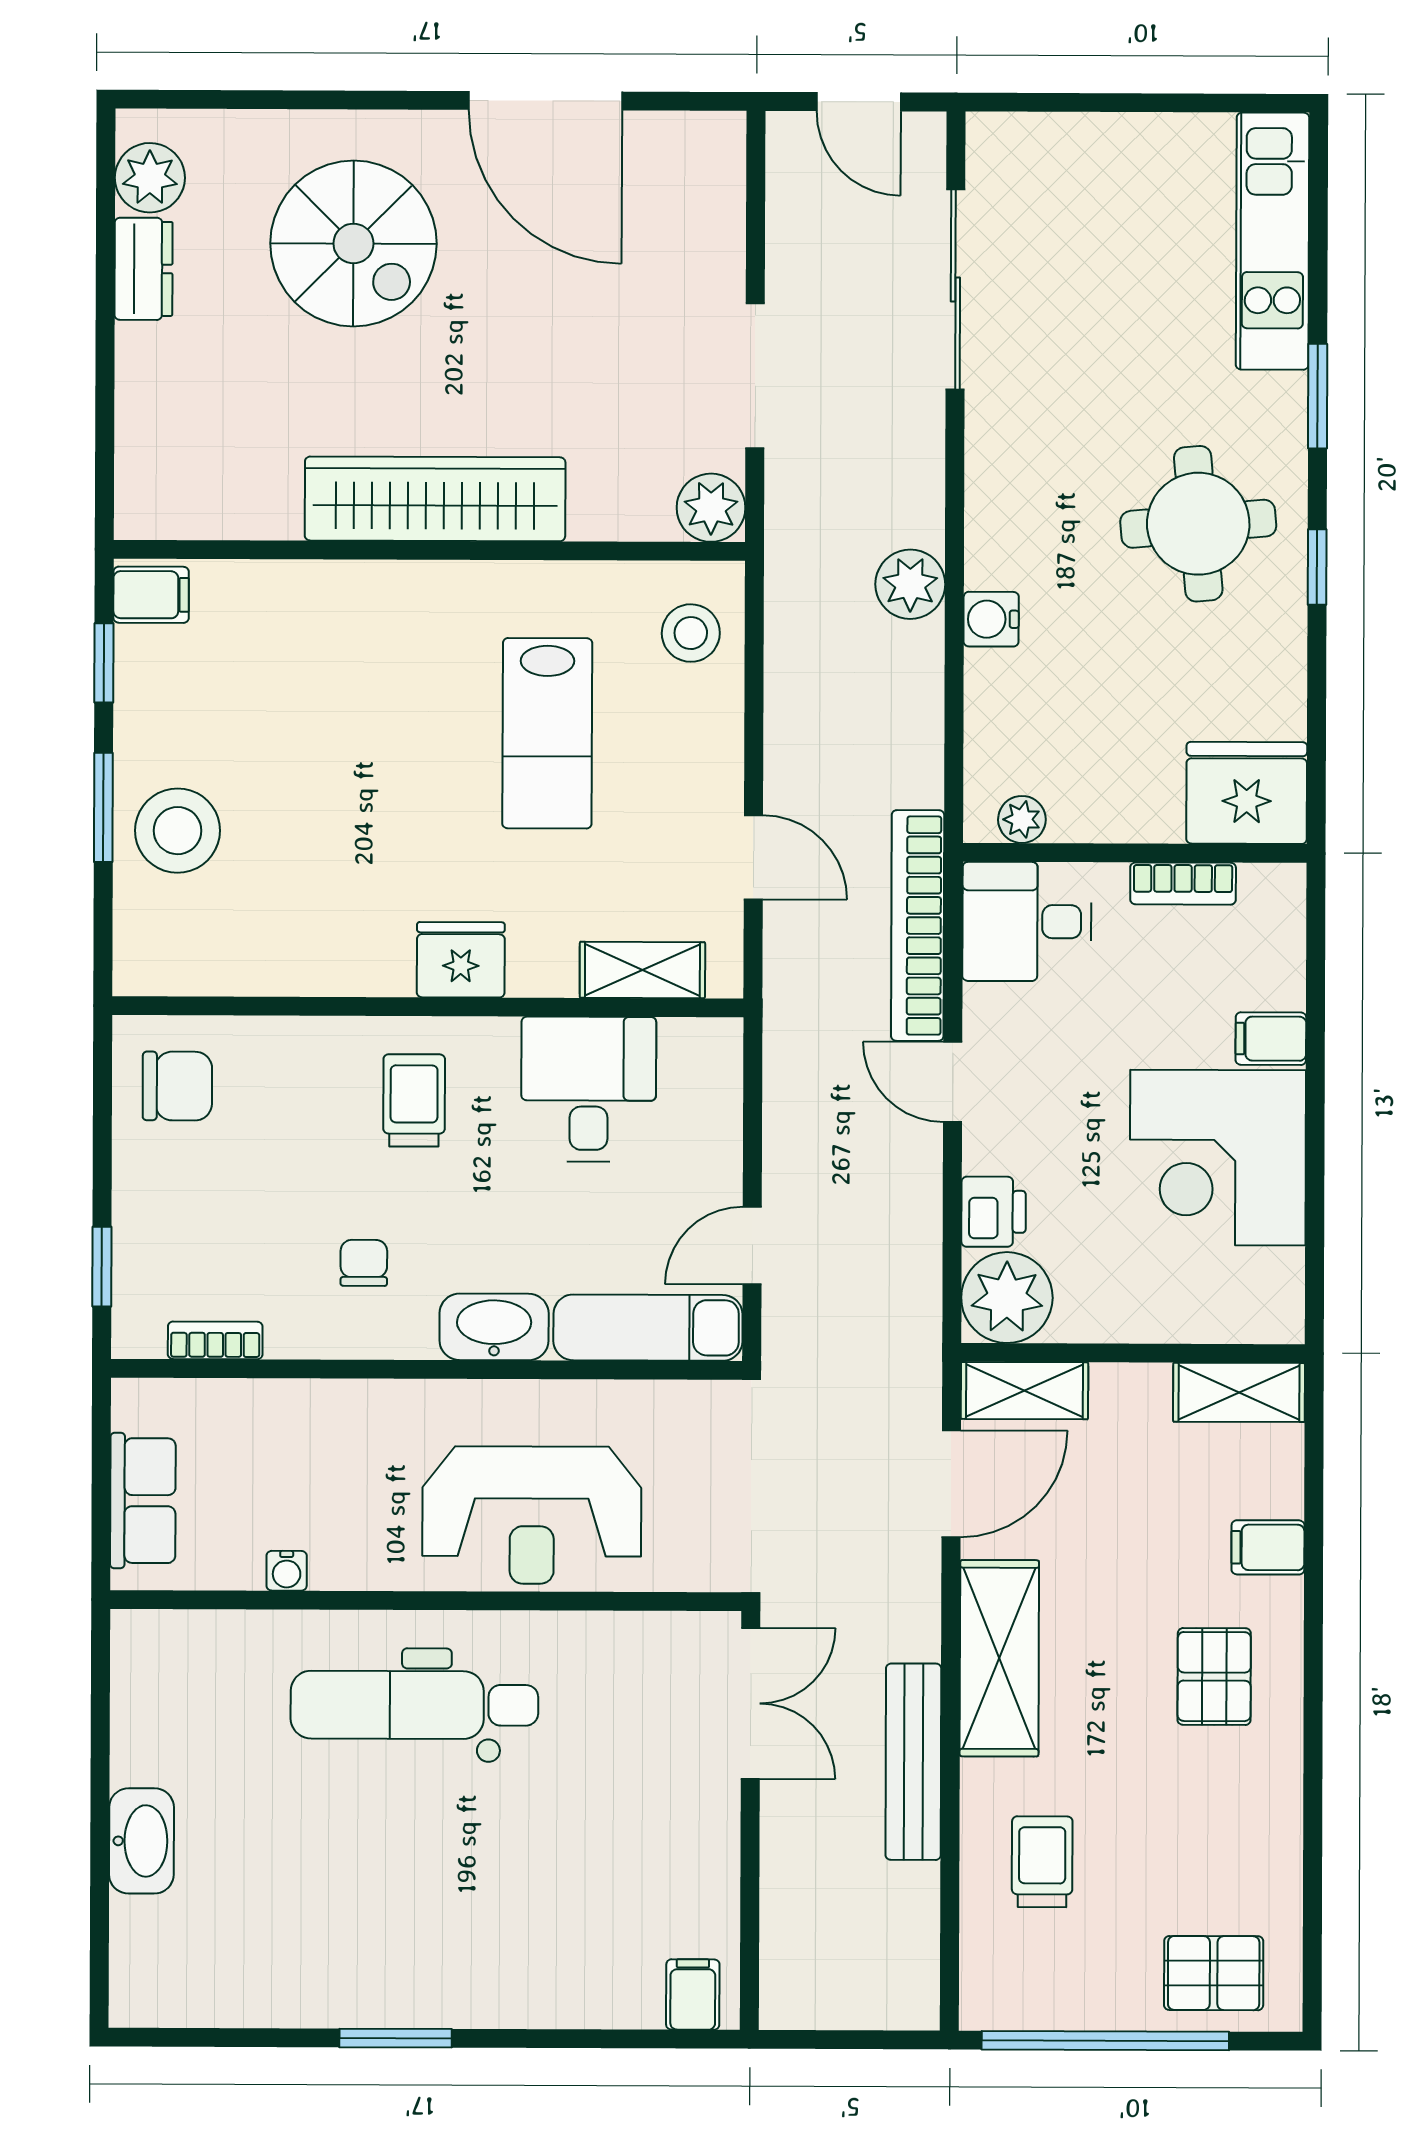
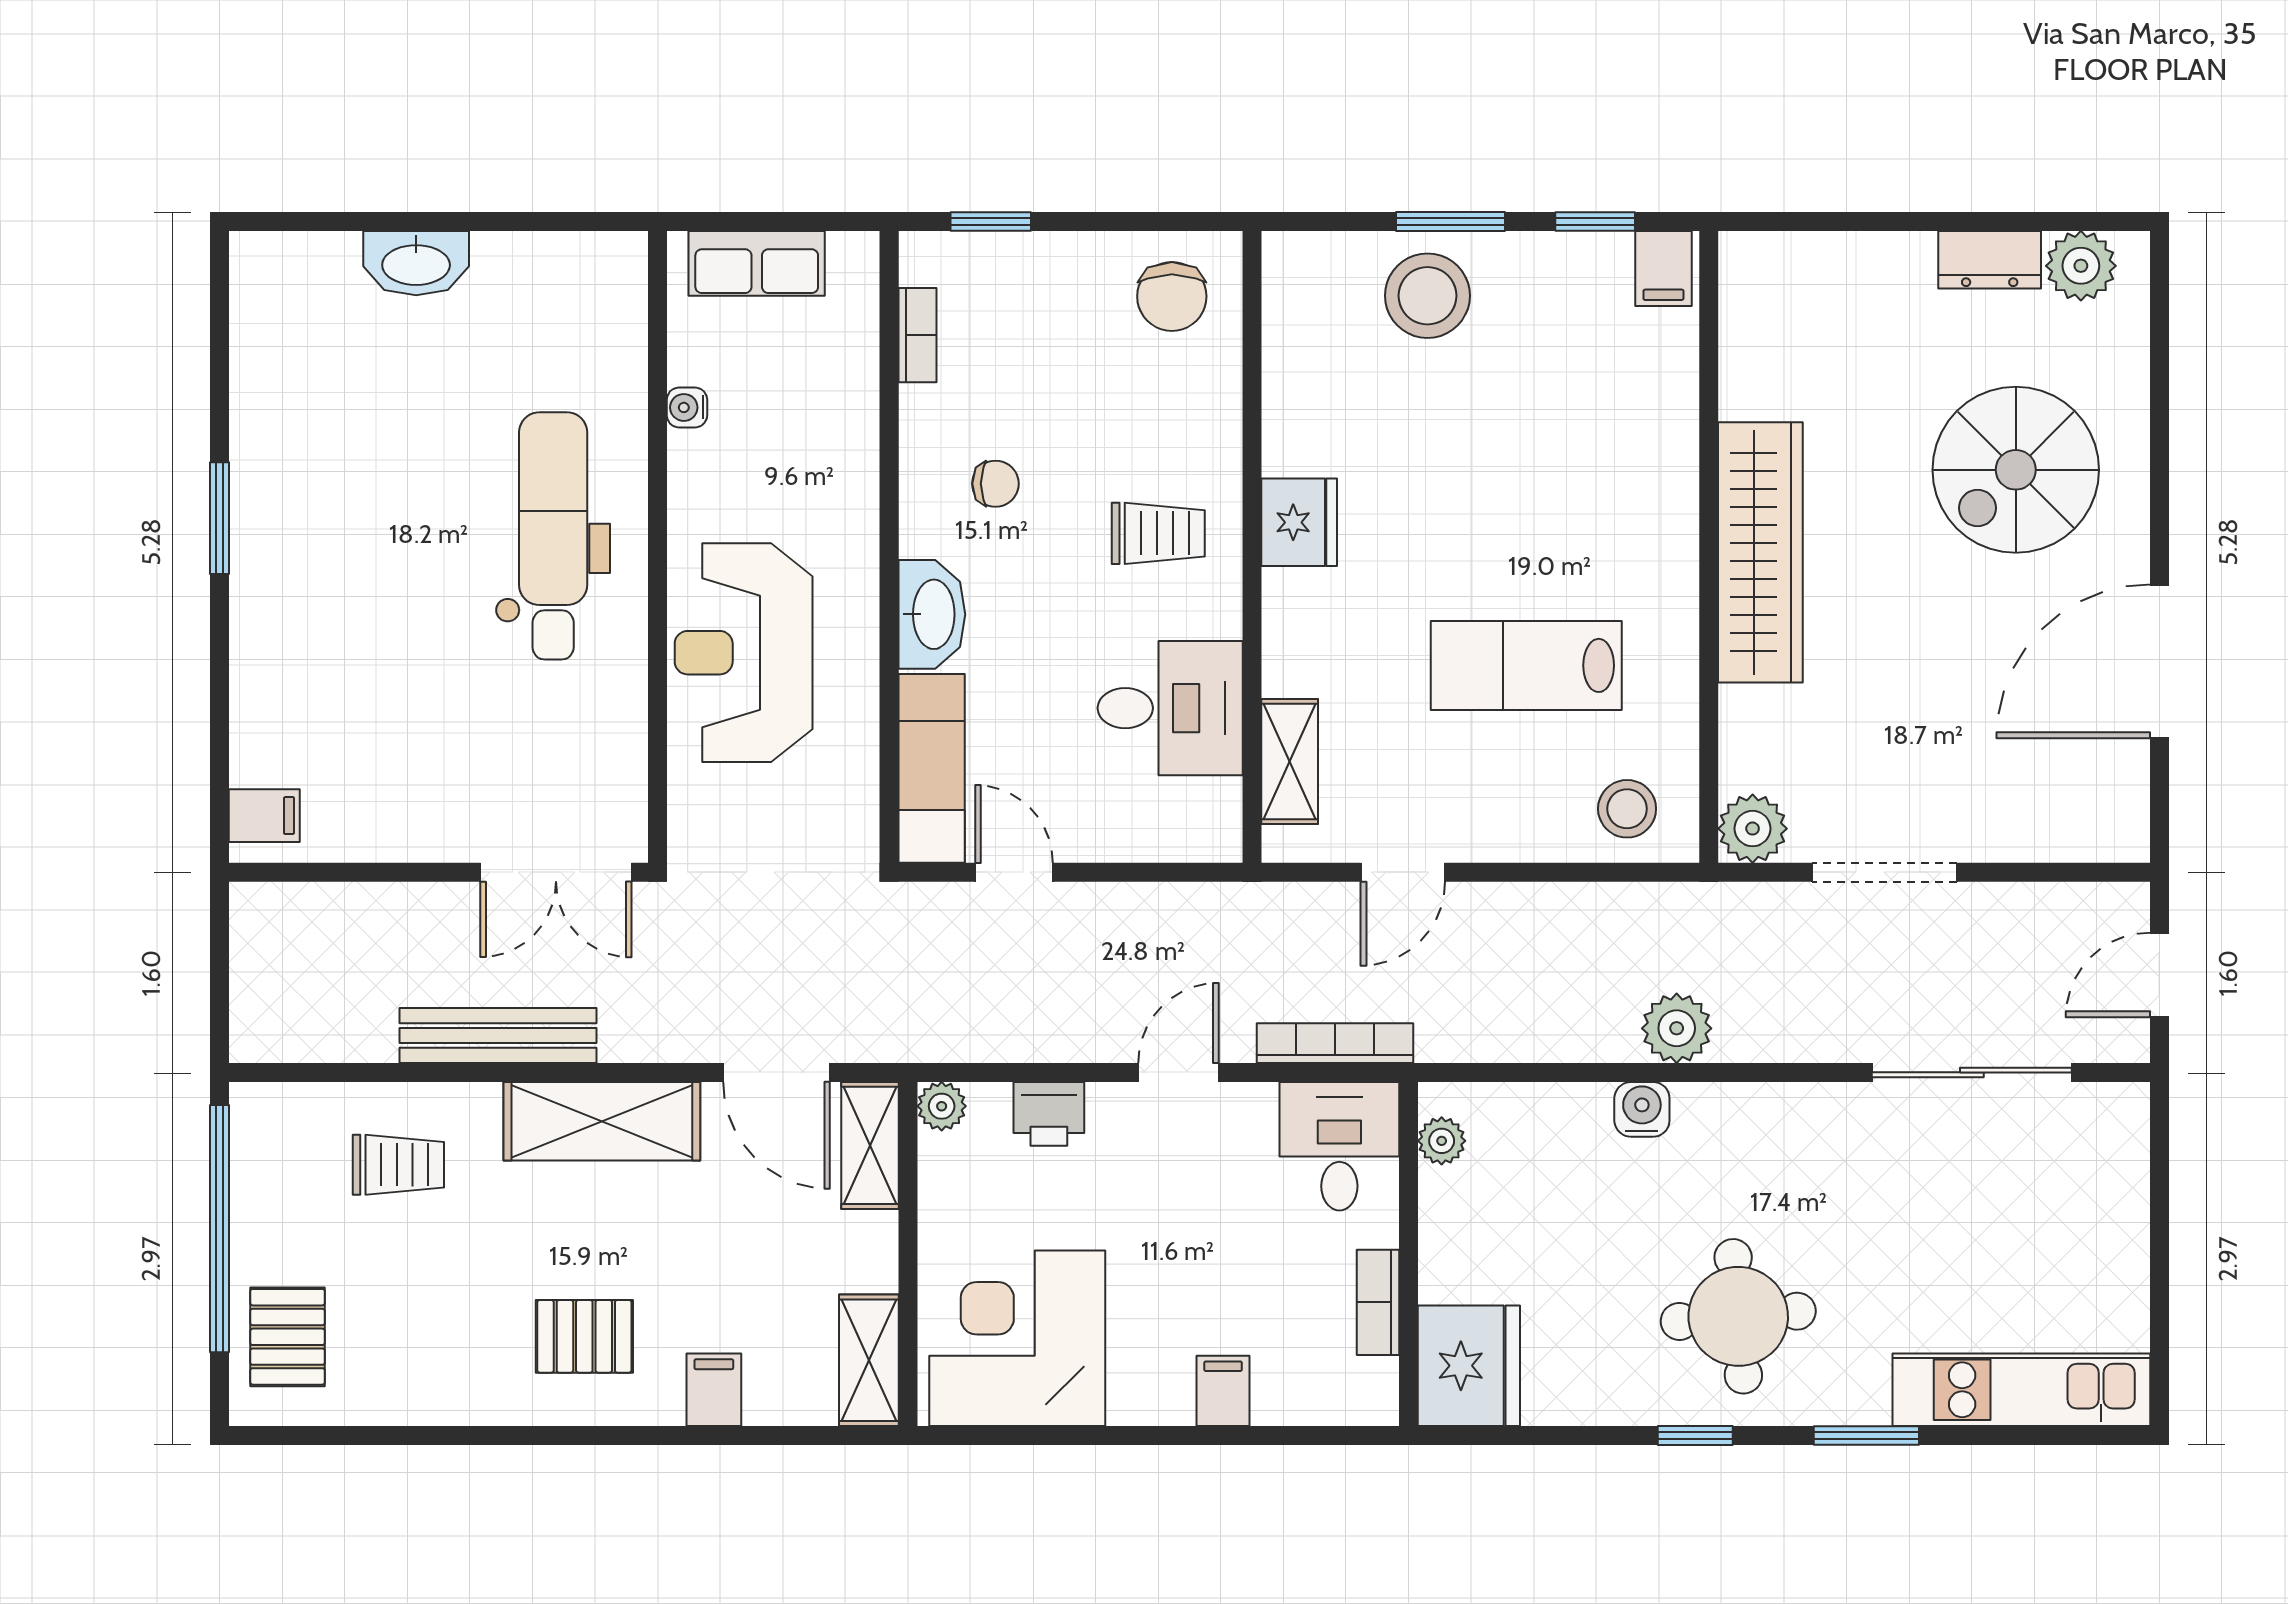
bookcase: (918, 925) -> (1335, 1043), width x0.68, depth x0.76
fridge: (461, 960) -> (1299, 522), moved
corner desk: (1218, 1158) -> (1017, 1338), moved
plant: (1007, 1298) -> (942, 1106), width x0.53, depth x0.53

